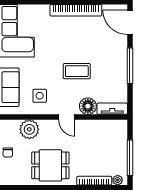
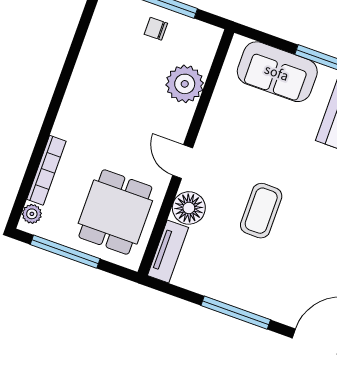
side table: (40, 96) -> (240, 125), removed
door: (67, 117) -> (183, 162), hinge flipped
dining table: (50, 165) -> (115, 212), moved

